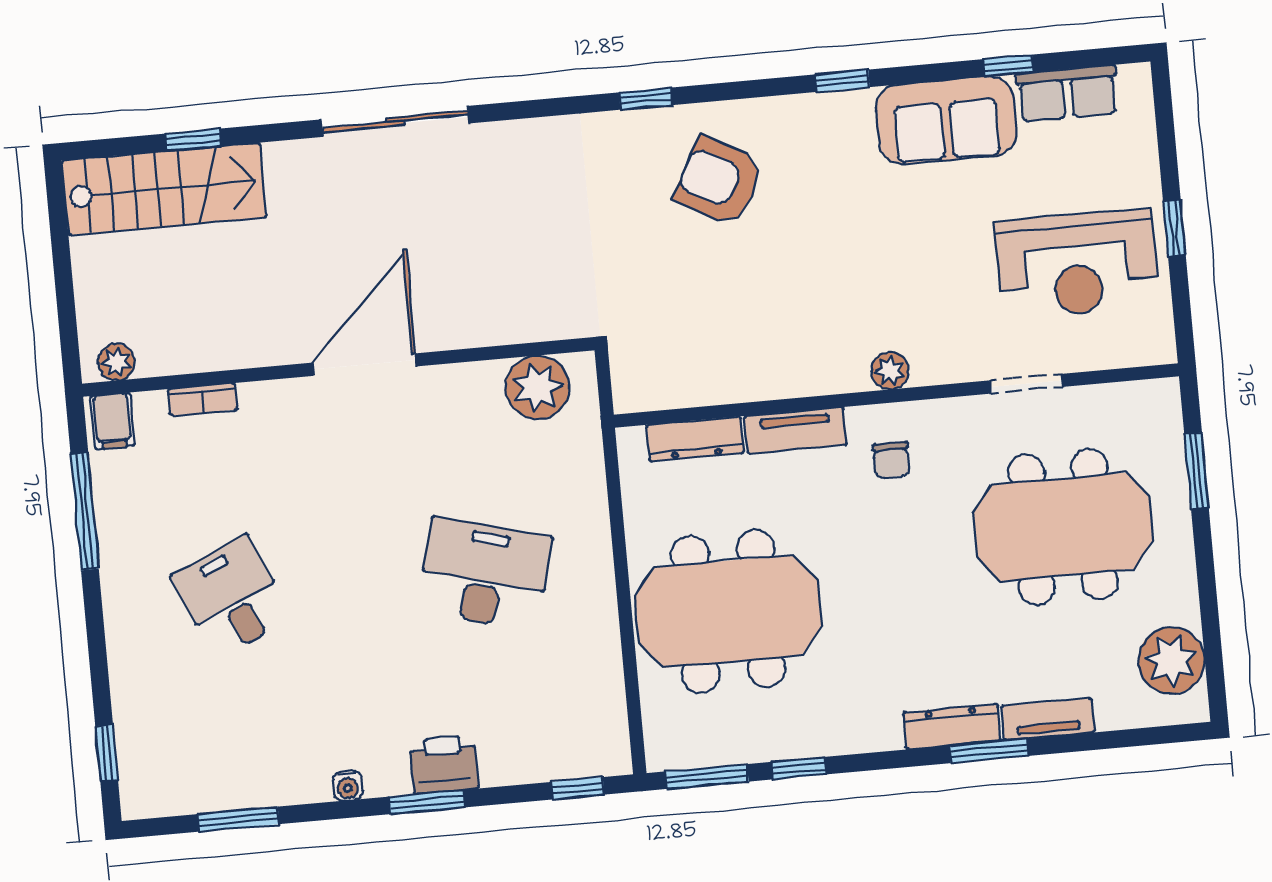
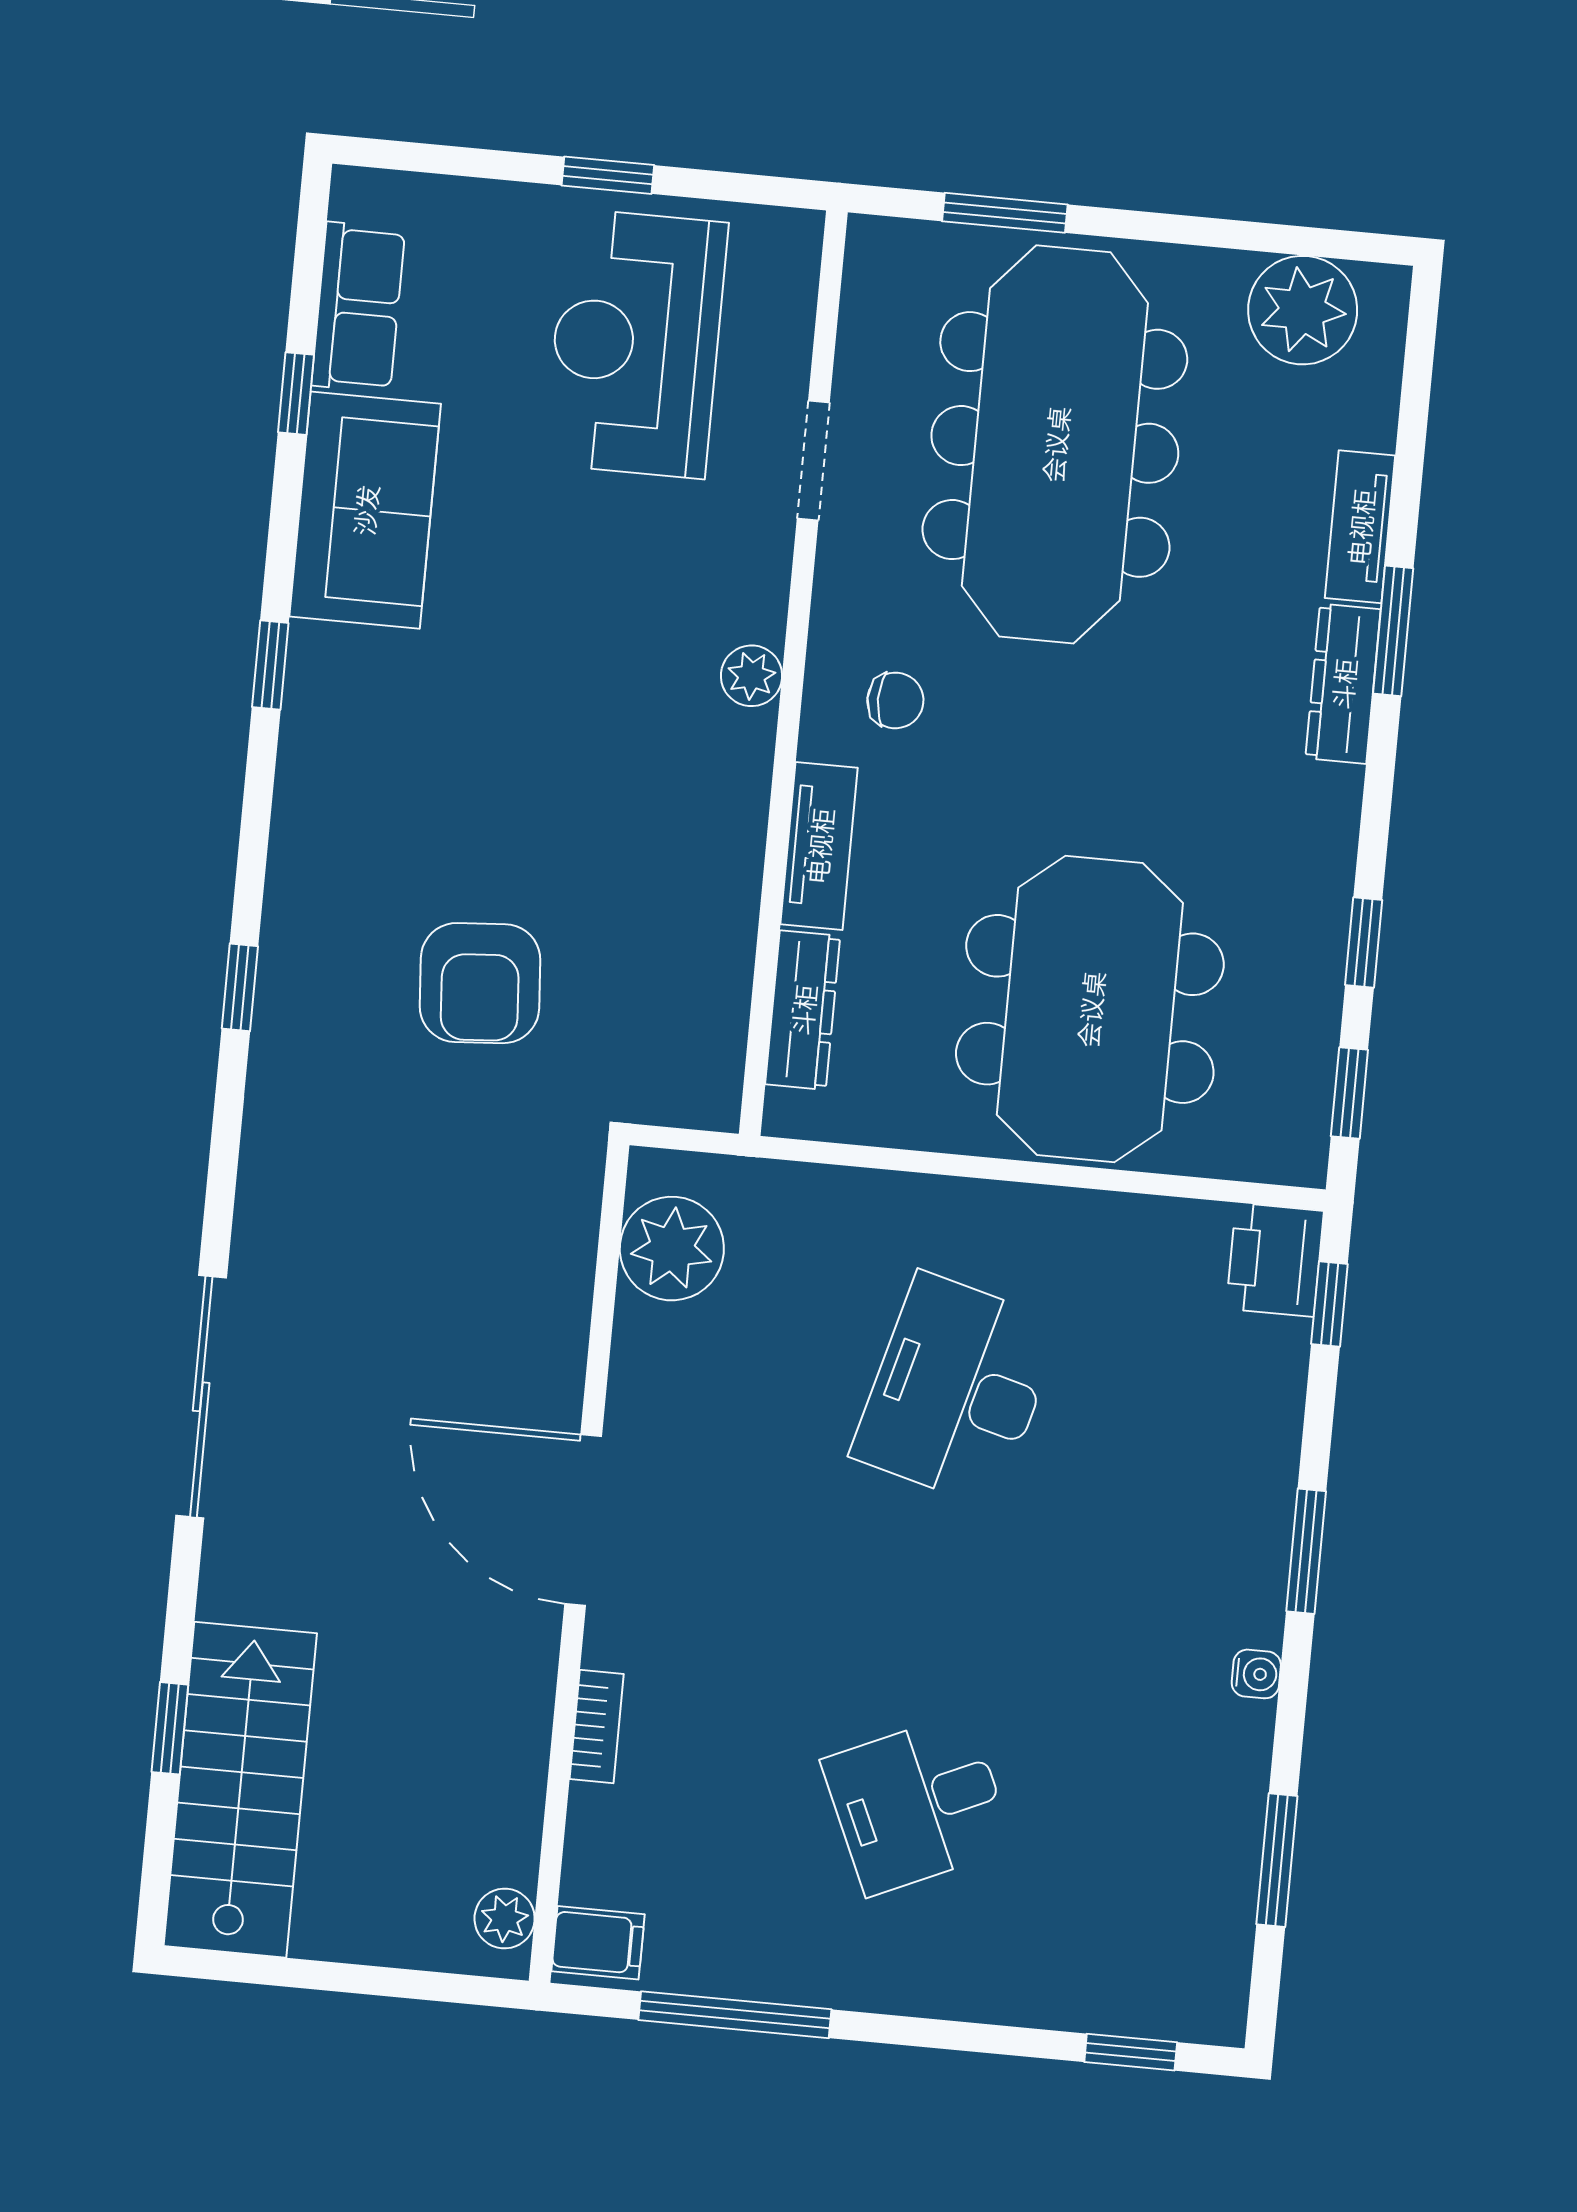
armchair: (719, 181) -> (480, 983), moved, turned -33
reception desk: (1077, 264) -> (636, 343), turned 180
bookcase: (203, 399) -> (597, 1726), moved
meeting table: (1063, 527) -> (1055, 444), width x1.36
printer: (444, 765) -> (1275, 1260), moved
window: (707, 776) -> (1349, 1093), width x0.67

